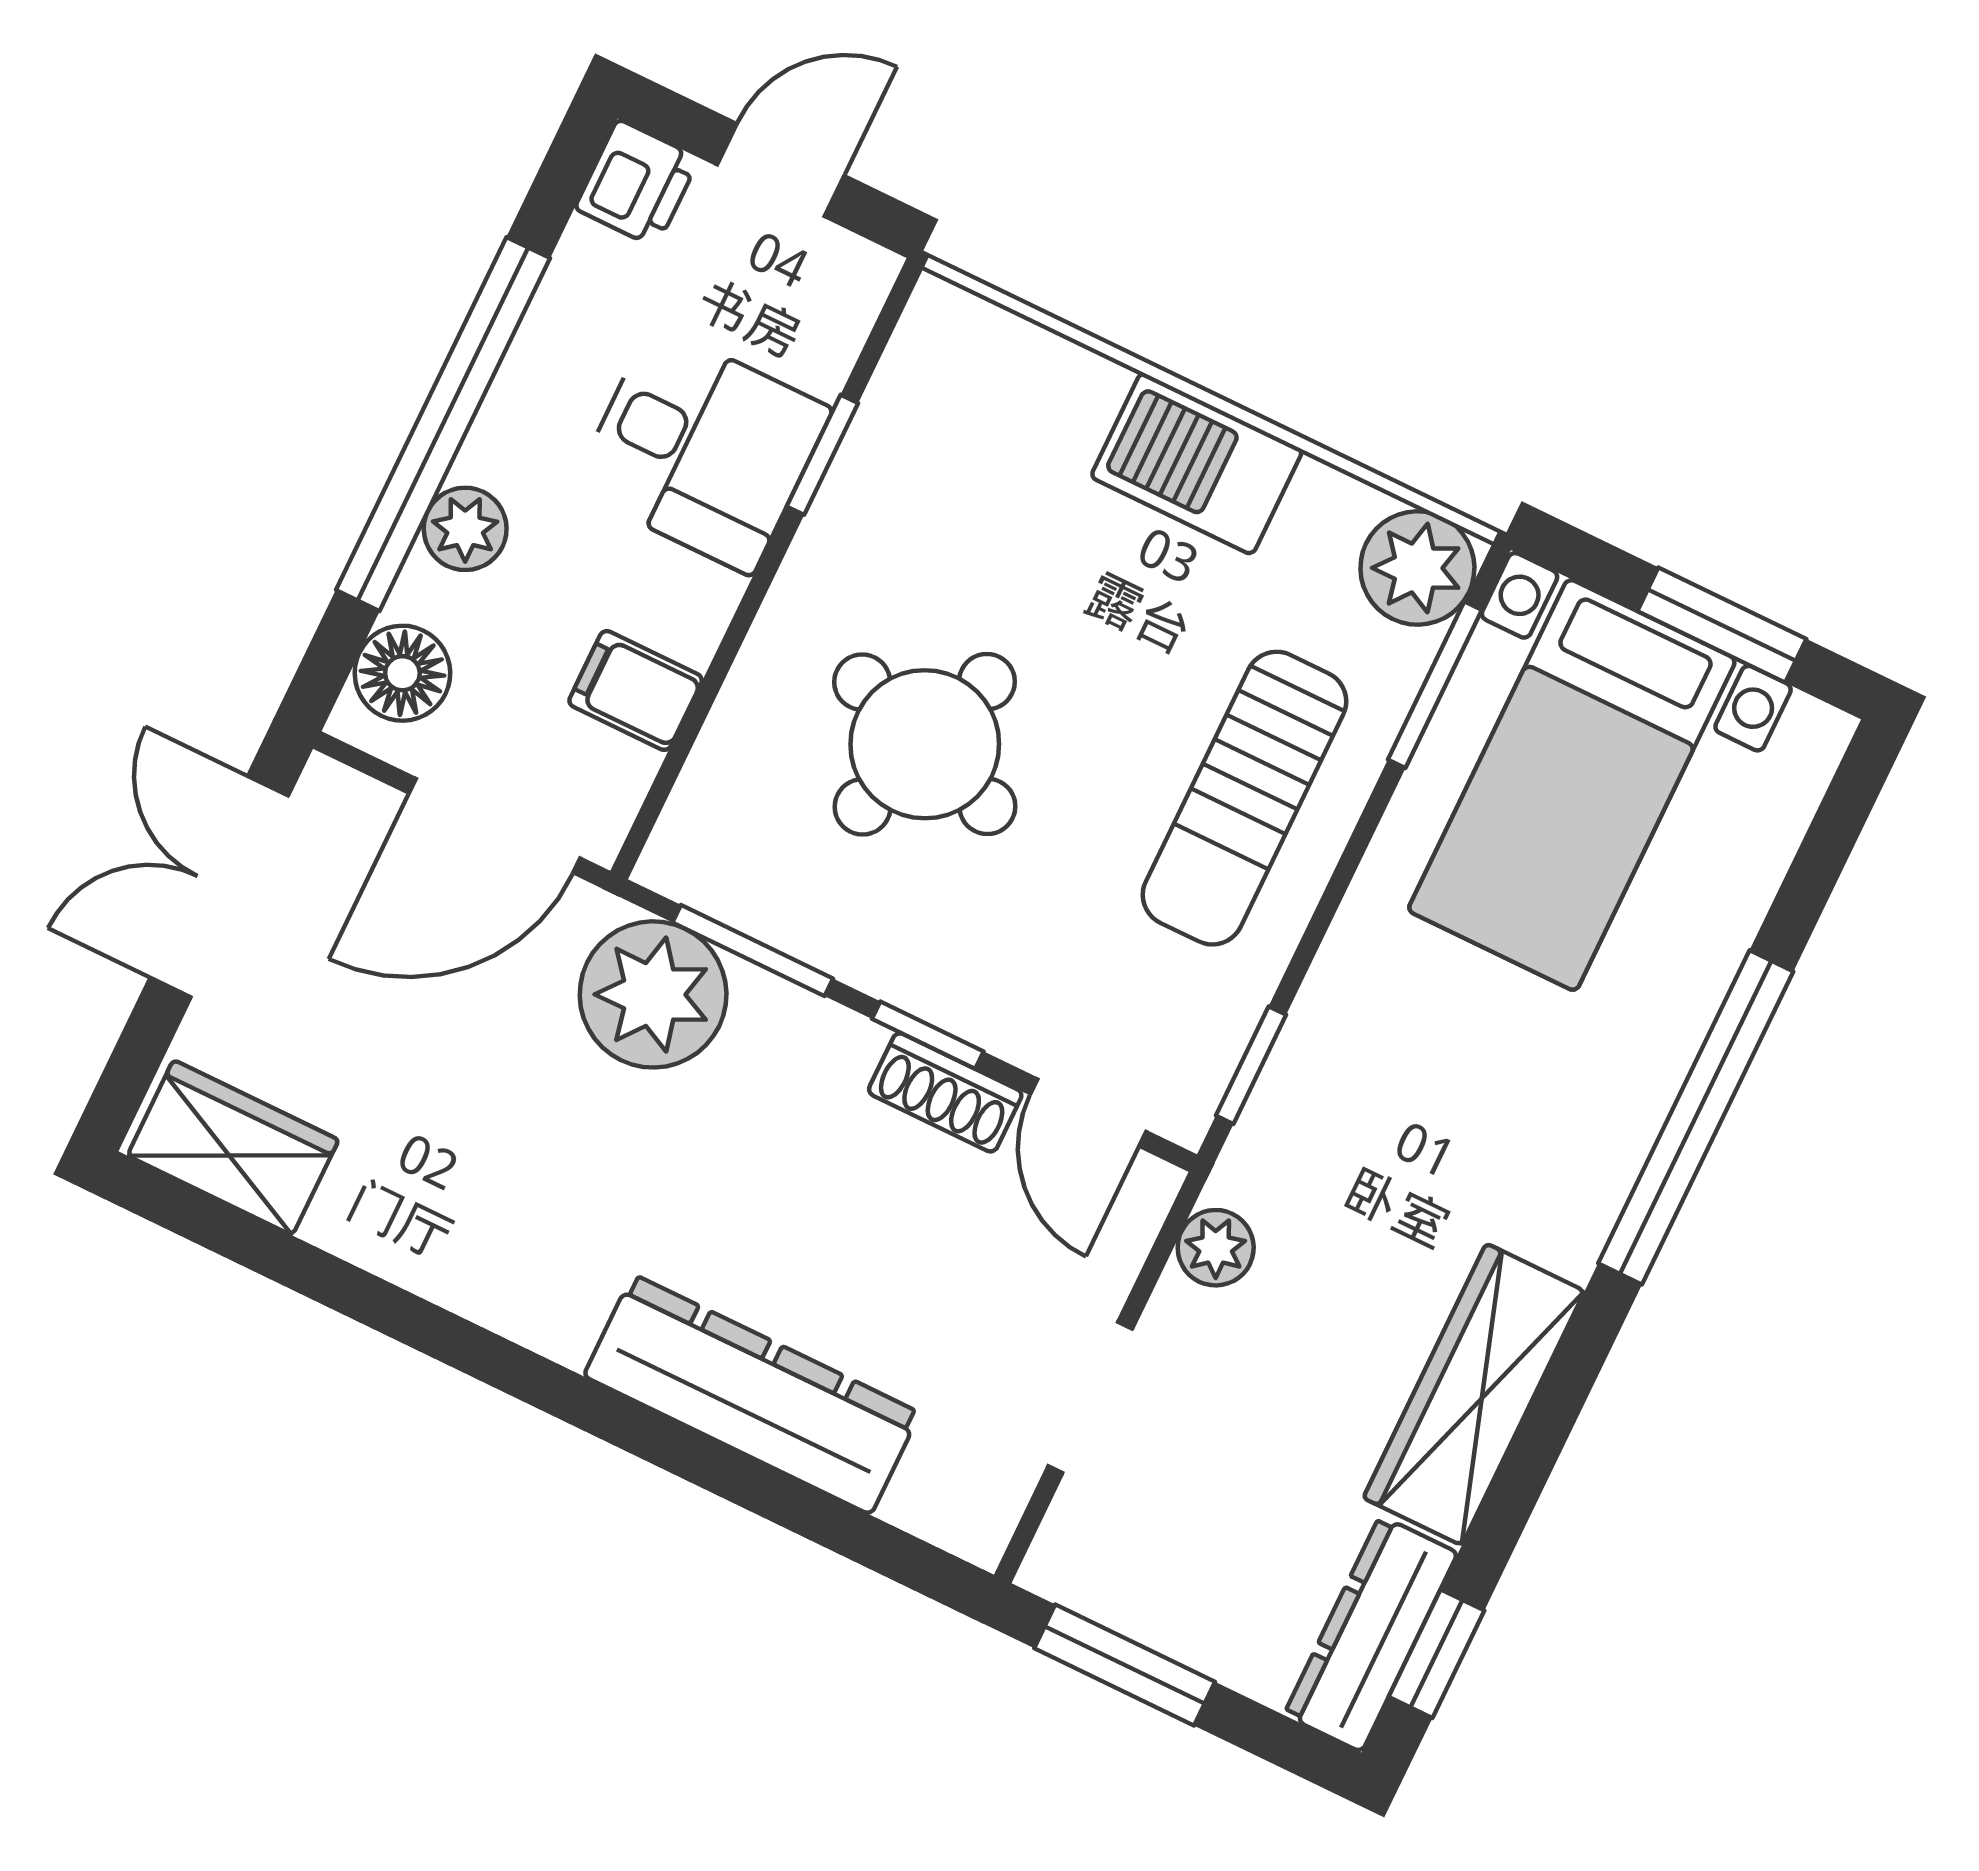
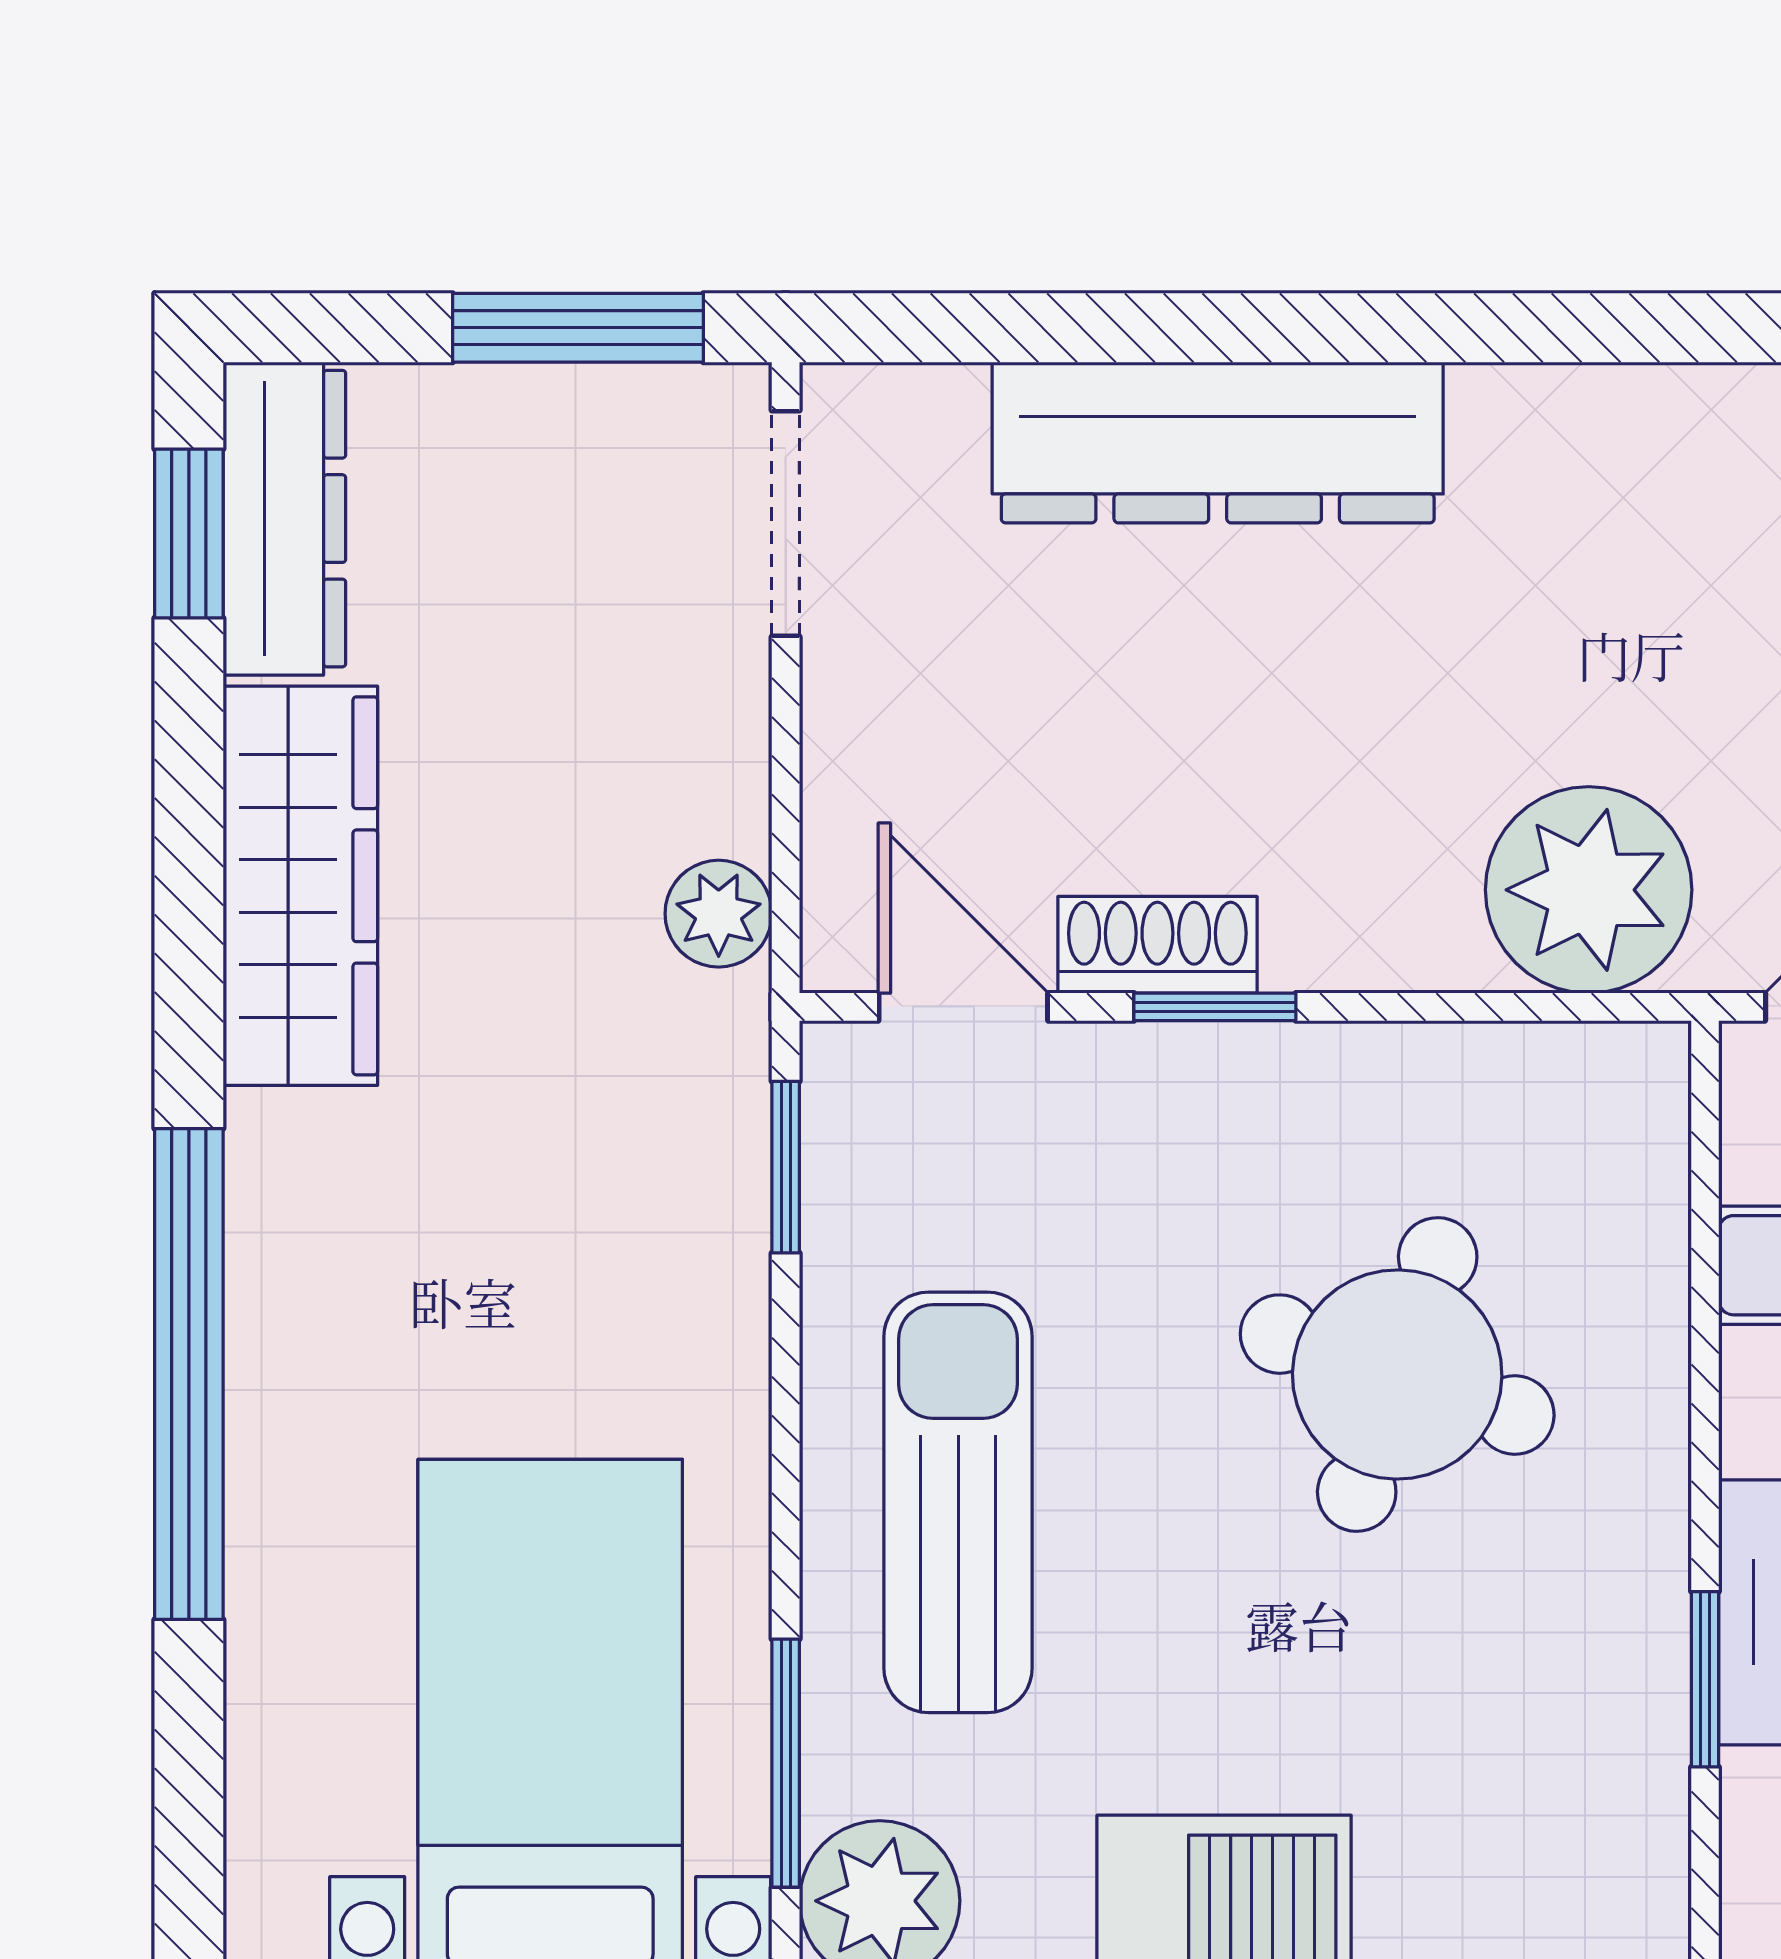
window: (753, 950) -> (1489, 1007), removed
doorway: (1090, 1398) -> (786, 524), moved

